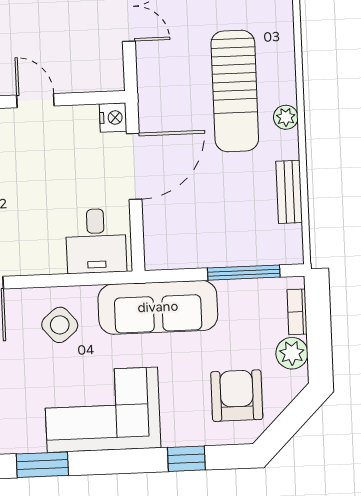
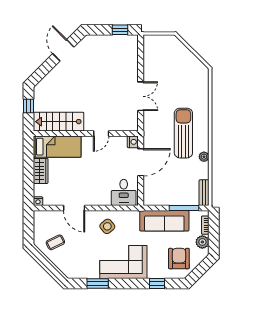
sun lounger: (235, 91) -> (183, 133), turned 180
door: (35, 101) -> (101, 134), swing flipped
plant: (286, 117) -> (204, 157), moved
bench: (289, 192) -> (204, 193), moved
sofa: (158, 307) -> (164, 221), moved

